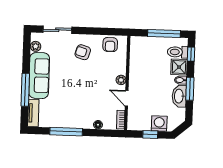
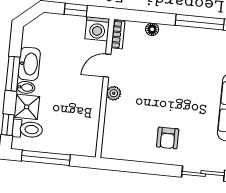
armchair: (110, 45) -> (126, 147), removed
armchair: (83, 52) -> (168, 138), turned 74
door: (127, 98) -> (107, 66), swing flipped
washing machine: (159, 124) -> (97, 29), moved

